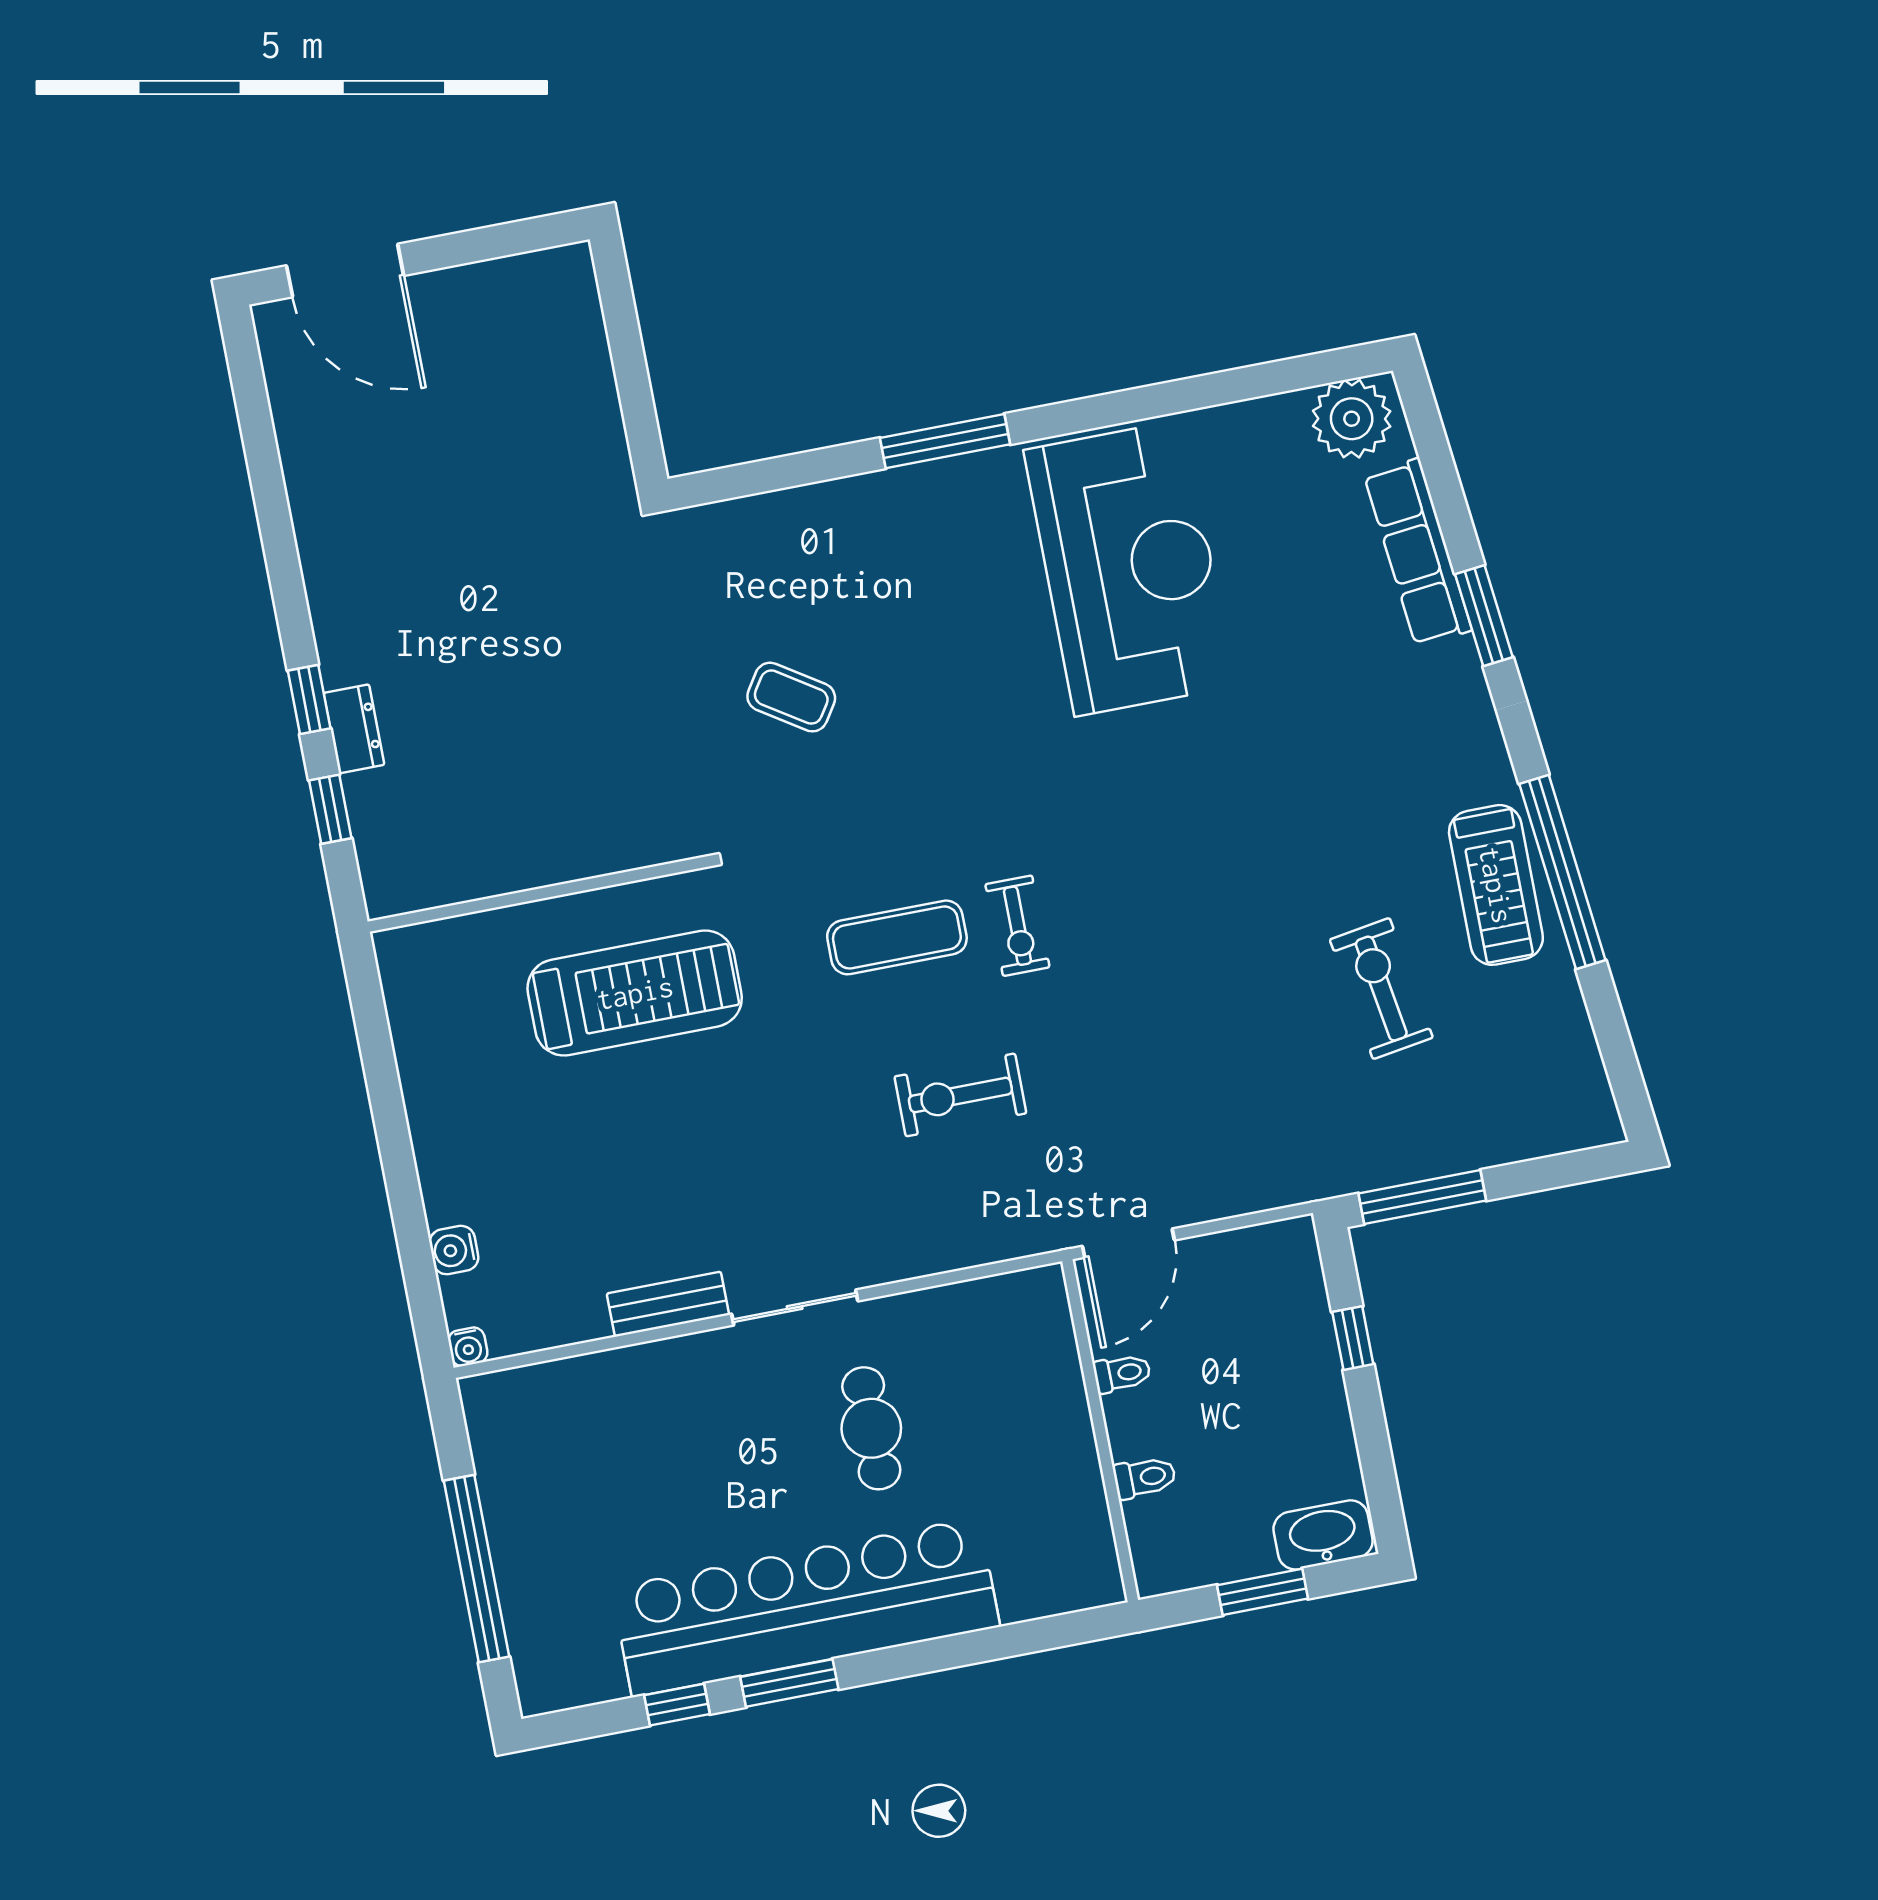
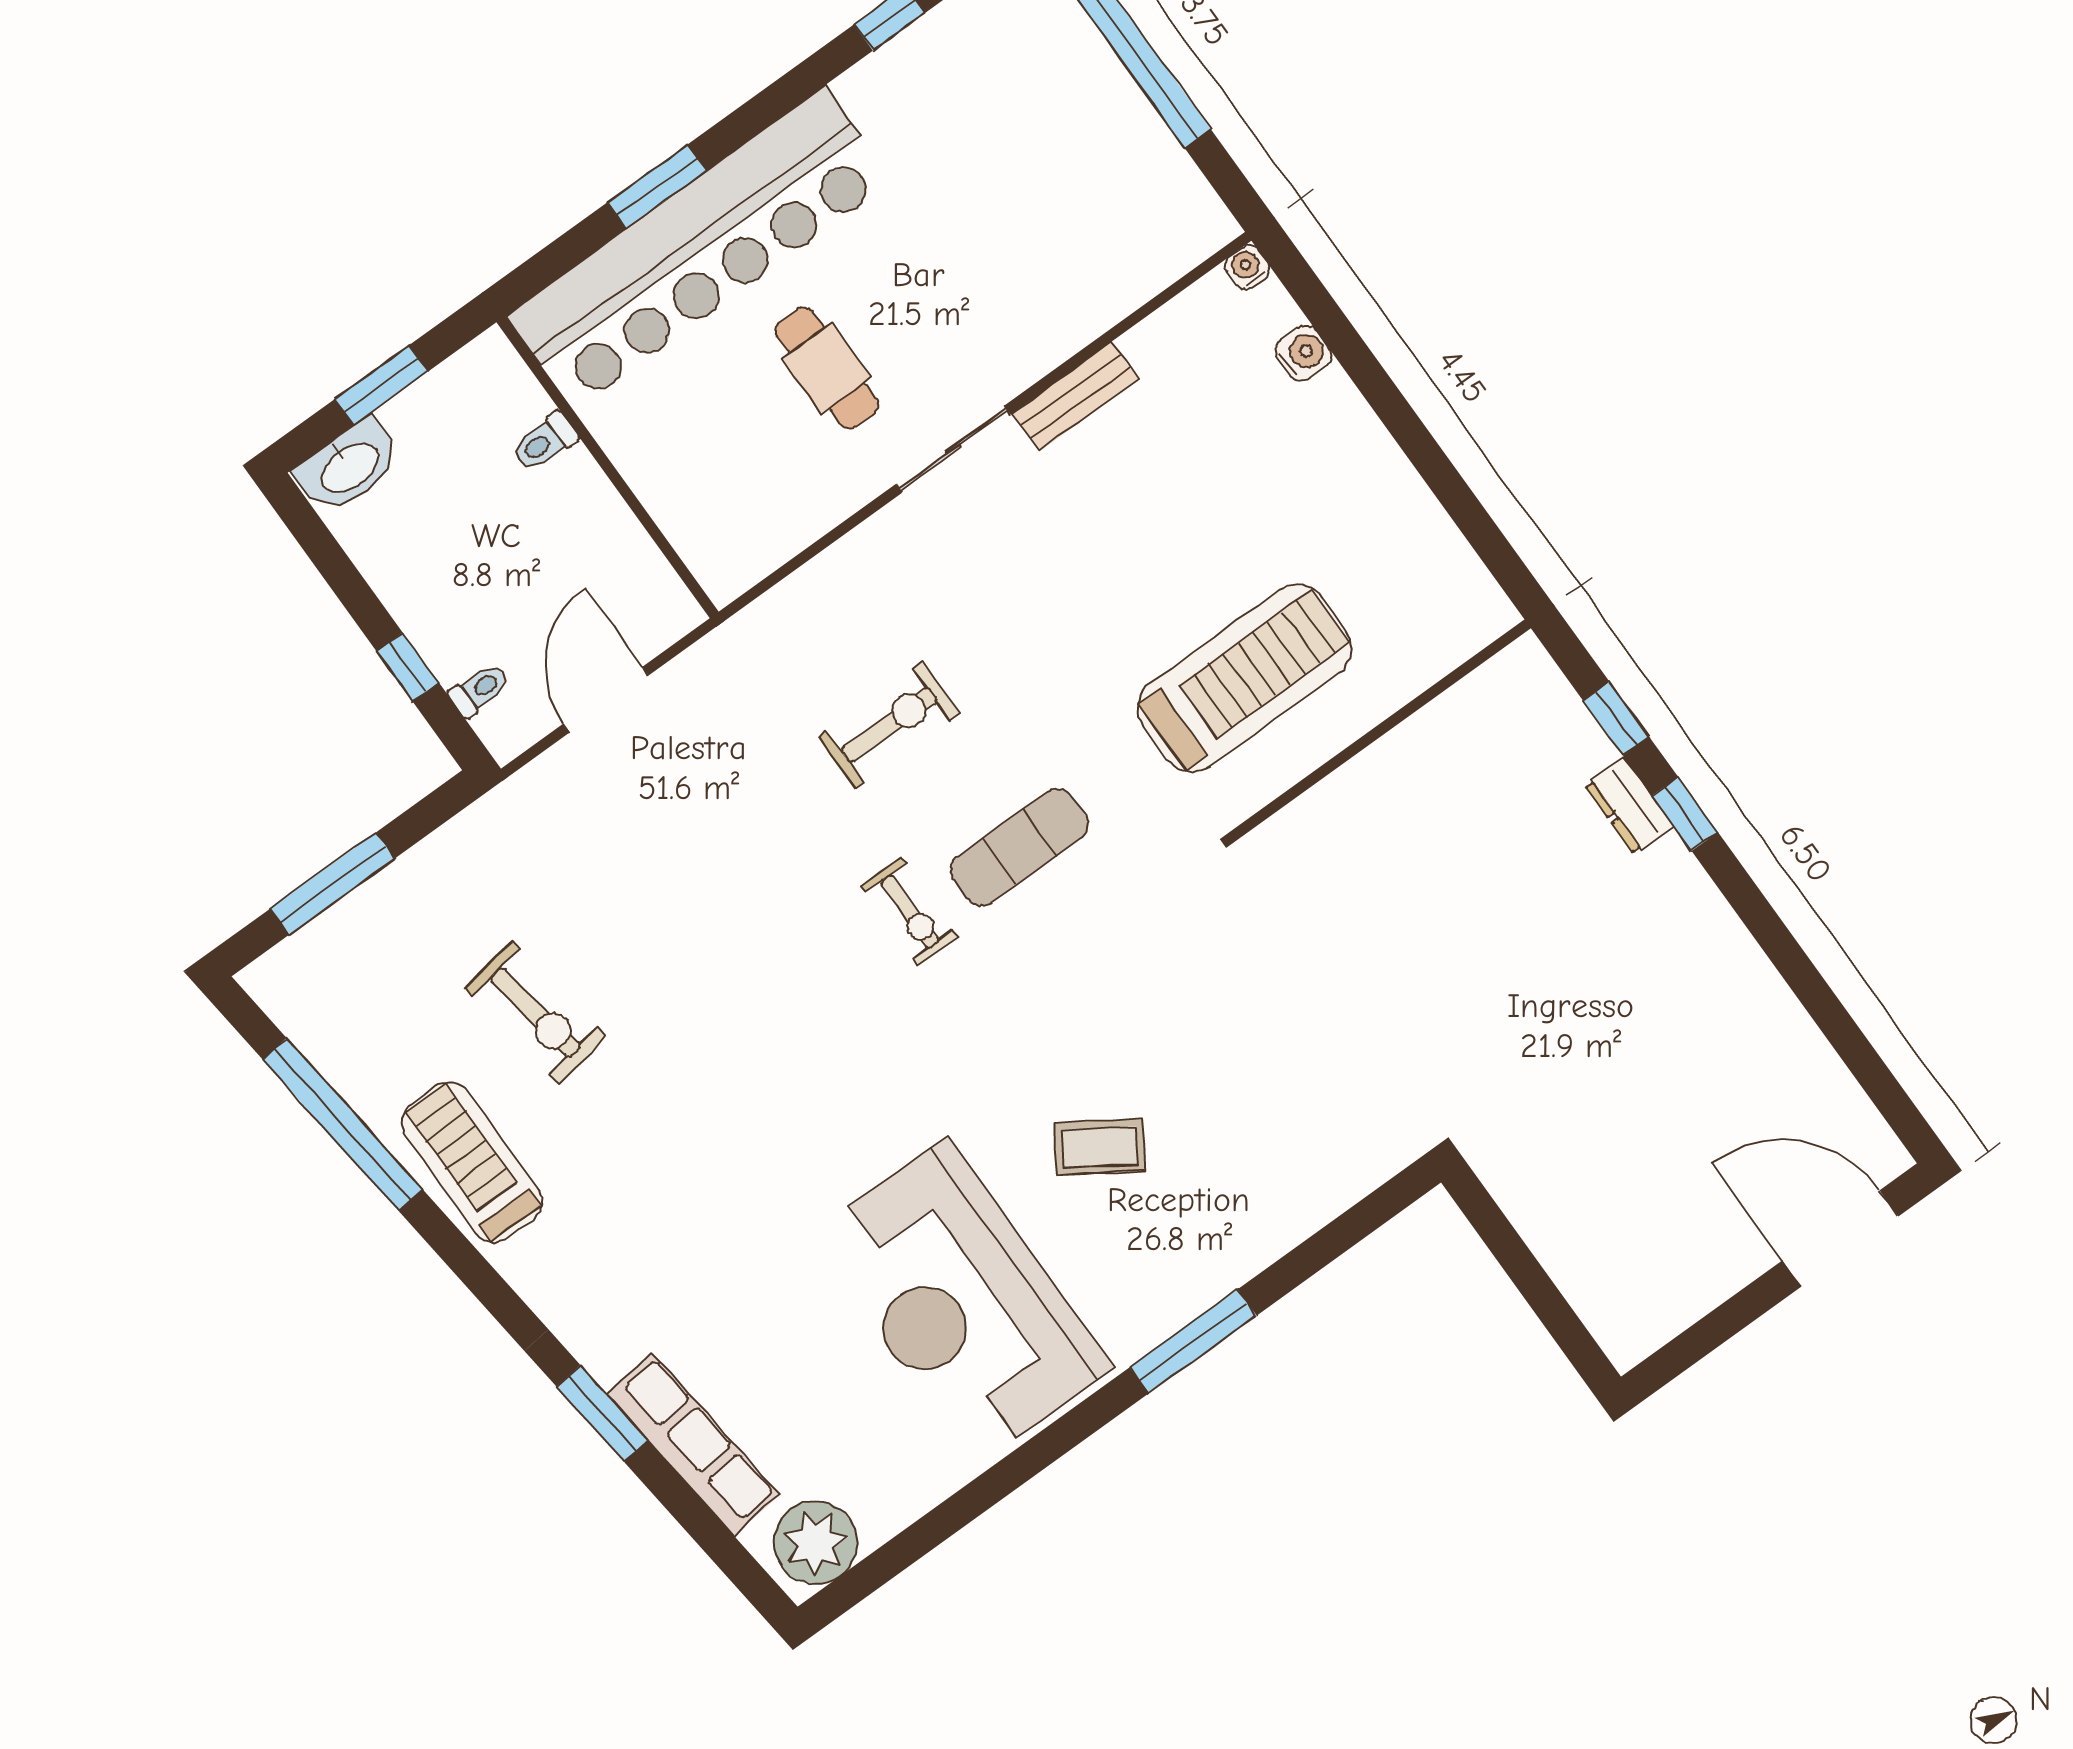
coffee table: (791, 697) -> (1100, 1147), moved
window: (1562, 872) -> (343, 1124), moved
exercise bike: (1017, 926) -> (910, 912), turned 180
treadmill: (635, 993) -> (1245, 678), turned 180
window: (1422, 1197) -> (333, 884), moved
door: (1128, 1243) -> (606, 700), moved
toilet: (1122, 1373) -> (479, 690), moved, turned 180
bar counter: (806, 1607) -> (699, 248), moved
window: (789, 1683) -> (657, 187), moved

